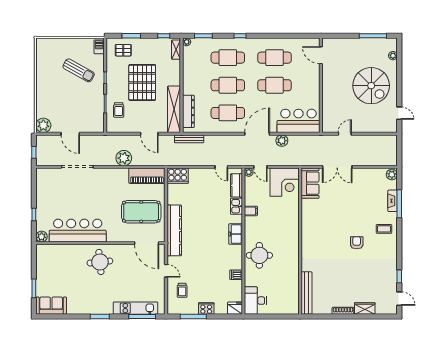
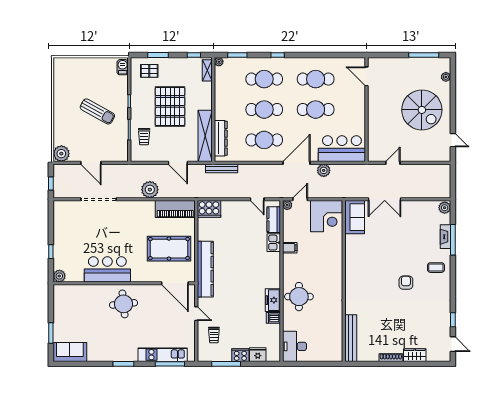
sun lounger: (79, 70) -> (97, 111), moved
door: (260, 167) -> (300, 199), swing flipped
bar counter: (78, 231) -> (107, 269), width x0.73
freezer: (236, 234) -> (273, 300), moved
fridge: (235, 308) -> (258, 355), moved

